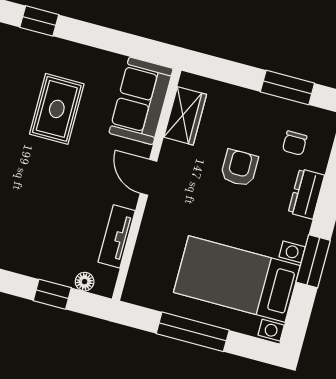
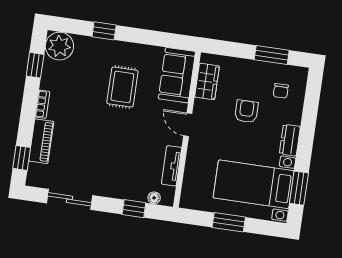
dresser: (306, 194) -> (290, 140), moved
window: (313, 261) -> (299, 188), moved
window: (193, 332) -> (229, 222), width x0.69

